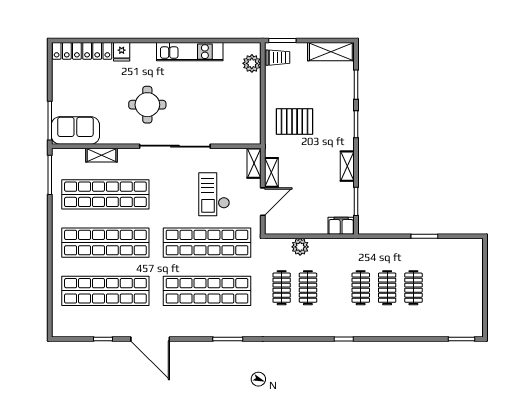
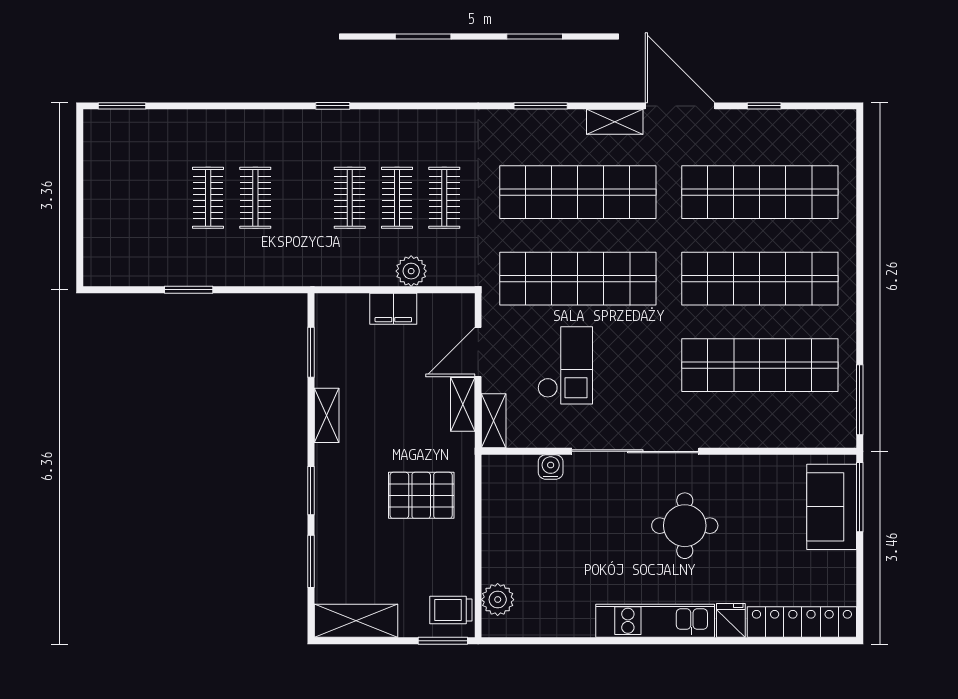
kitchen unit: (190, 52) -> (655, 621), moved
sofa: (75, 130) -> (832, 507), moved, turned 90
water cooler: (222, 137) -> (551, 467), added
shelving: (101, 155) -> (615, 122), moved
filing cabinet: (341, 226) -> (393, 309), moved
clothes rail: (361, 288) -> (350, 198), moved

